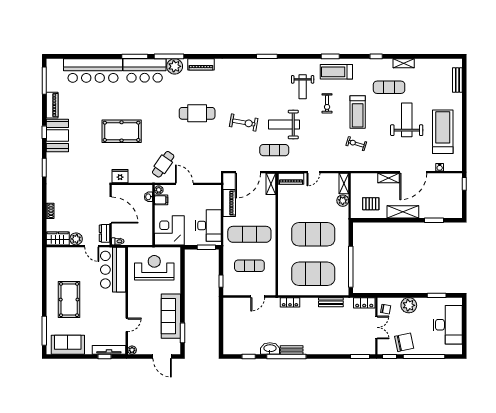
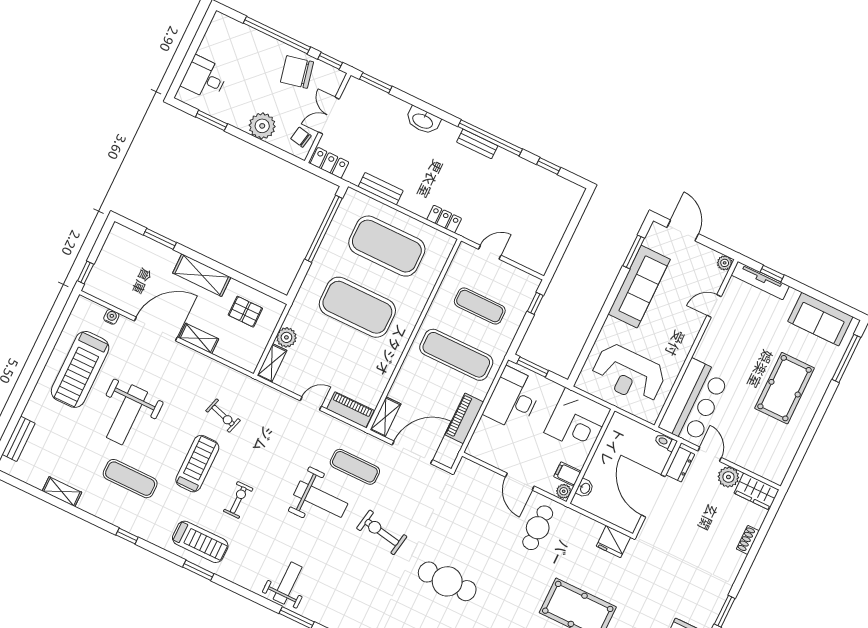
shelving: (404, 63) -> (62, 492), moved
weight bench: (303, 87) -> (288, 583), moved
cafe table: (163, 164) -> (538, 528), turned -35
desk: (448, 325) -> (204, 78), width x0.53, depth x0.77
washbasin: (270, 349) -> (423, 121), moved

